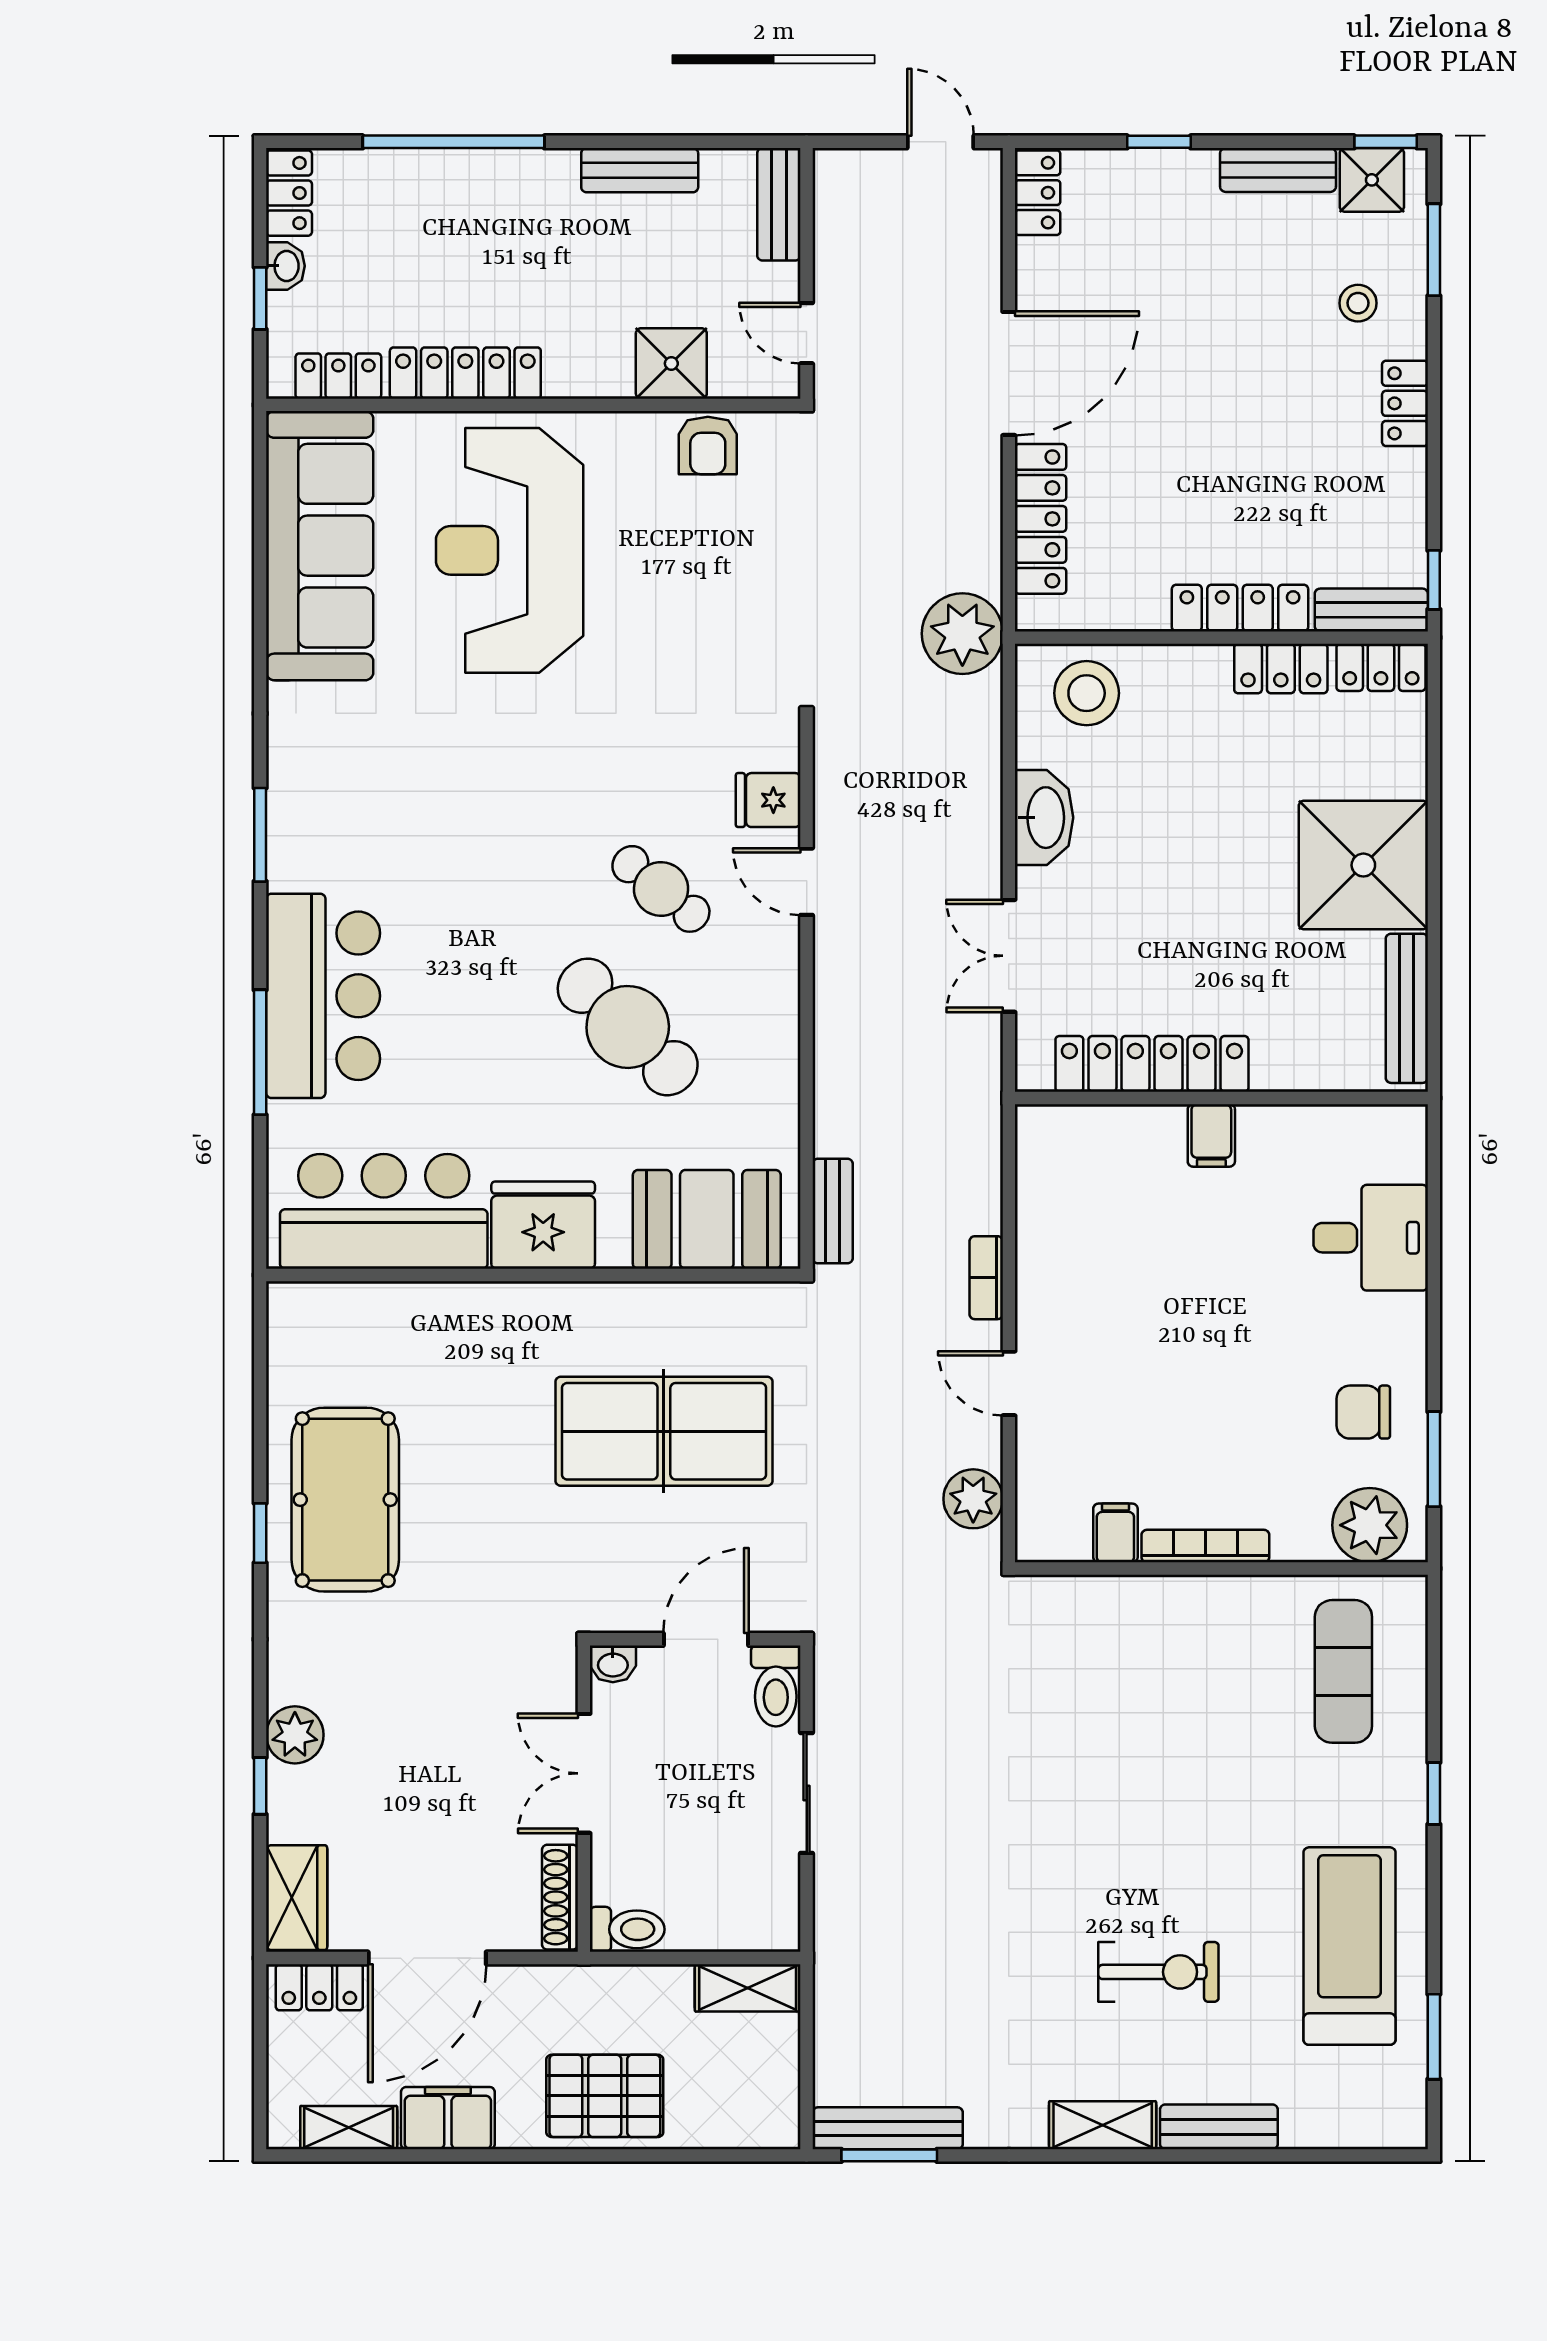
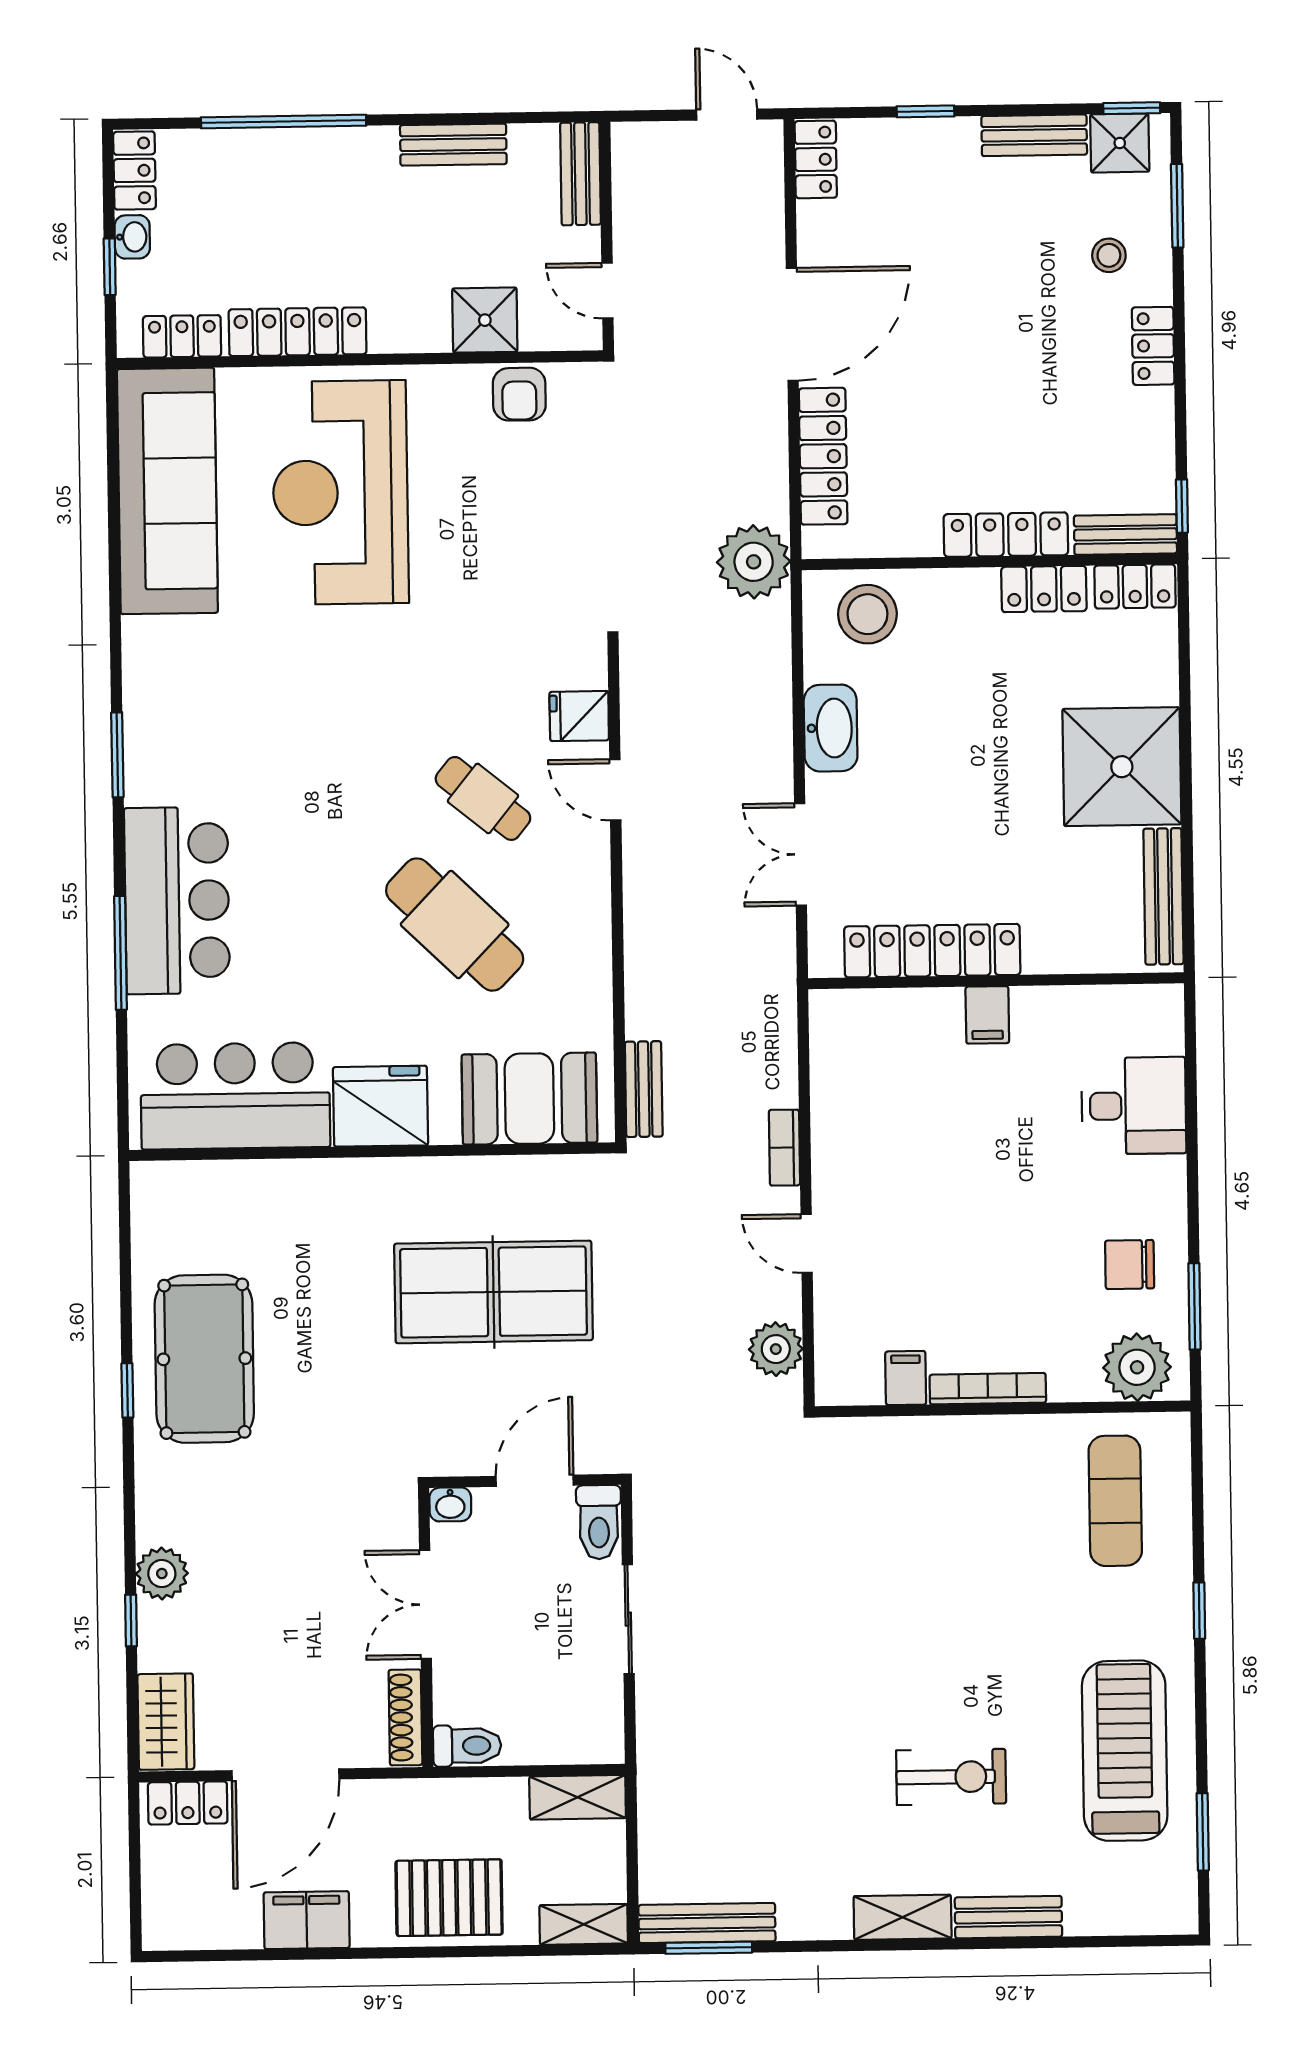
shelving: (349, 2128) -> (584, 1924), moved

